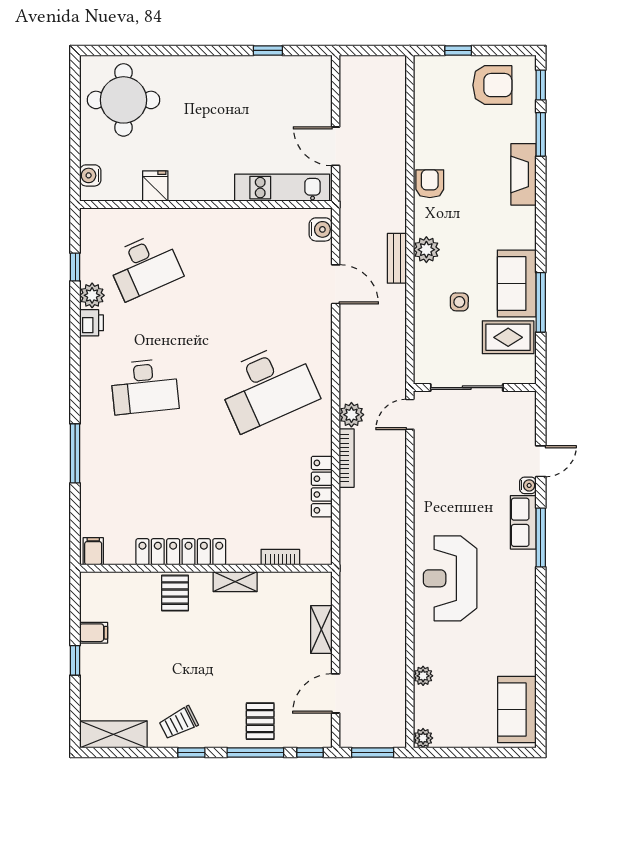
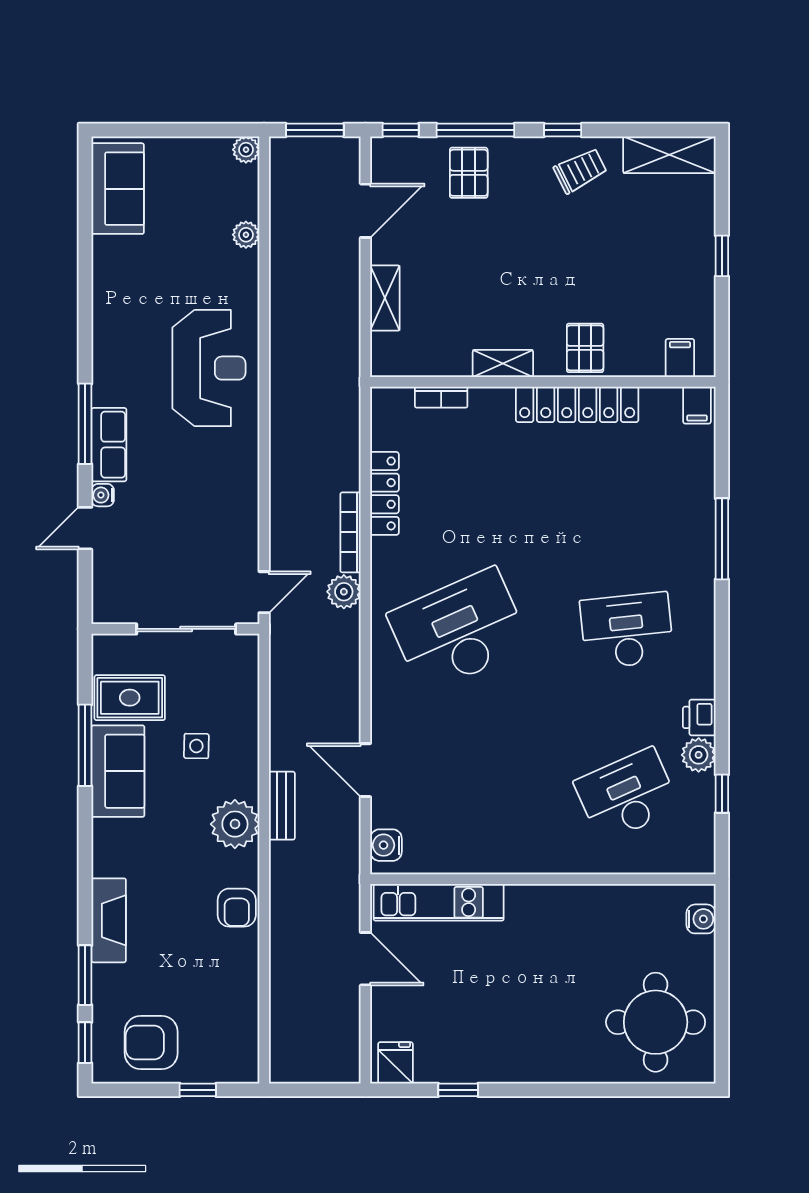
fridge: (155, 186) -> (395, 1063), moved, turned 180
plant: (426, 250) -> (235, 824), width x1.36, depth x1.36
filing cabinet: (94, 633) -> (680, 358), moved, turned 90

